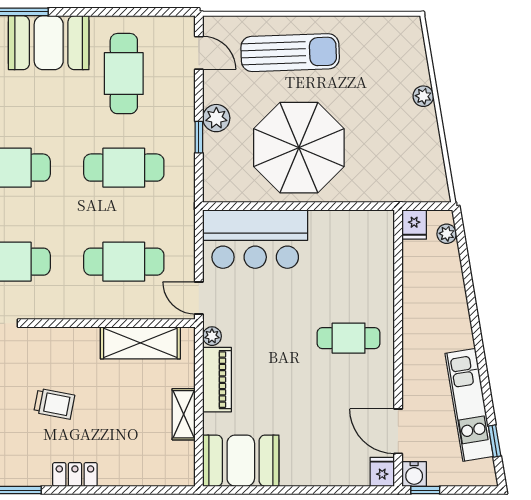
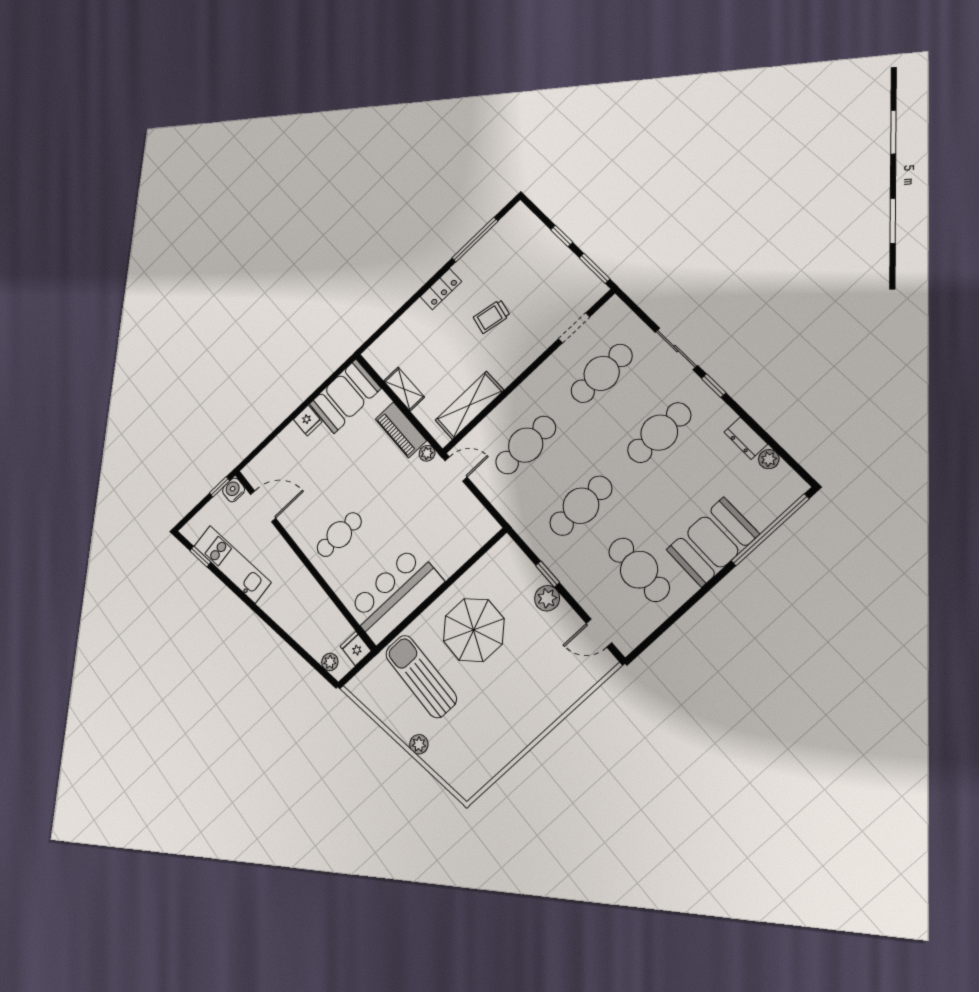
sun lounger: (290, 53) -> (421, 676), moved, turned 92
parasol: (299, 148) -> (474, 630), width x0.73, depth x0.73
bar counter: (255, 239) -> (395, 595), moved
fridge: (382, 472) -> (308, 421), moved

